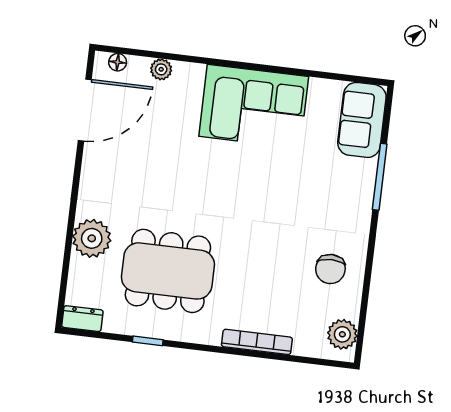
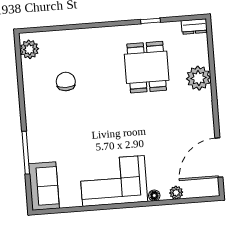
floor lamp: (118, 62) -> (154, 196), moved
chair: (330, 269) -> (66, 82), moved
dining table: (168, 271) -> (147, 67), width x0.73
bookcase: (257, 342) -> (82, 34), removed

